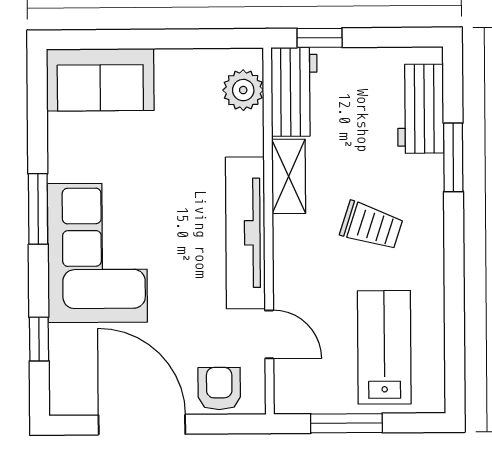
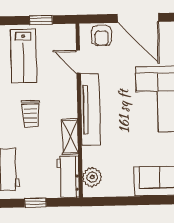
window: (320, 38) -> (35, 203), moved
trolley: (372, 226) -> (30, 114), turned -108
window: (346, 423) -> (41, 20), width x0.67

